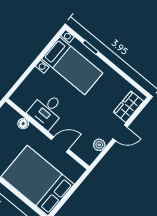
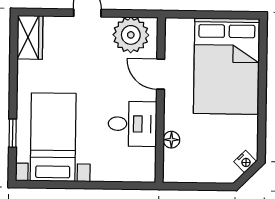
wardrobe: (128, 107) -> (30, 37), moved, turned -90
plant: (99, 145) -> (131, 35), width x1.88, depth x1.88

